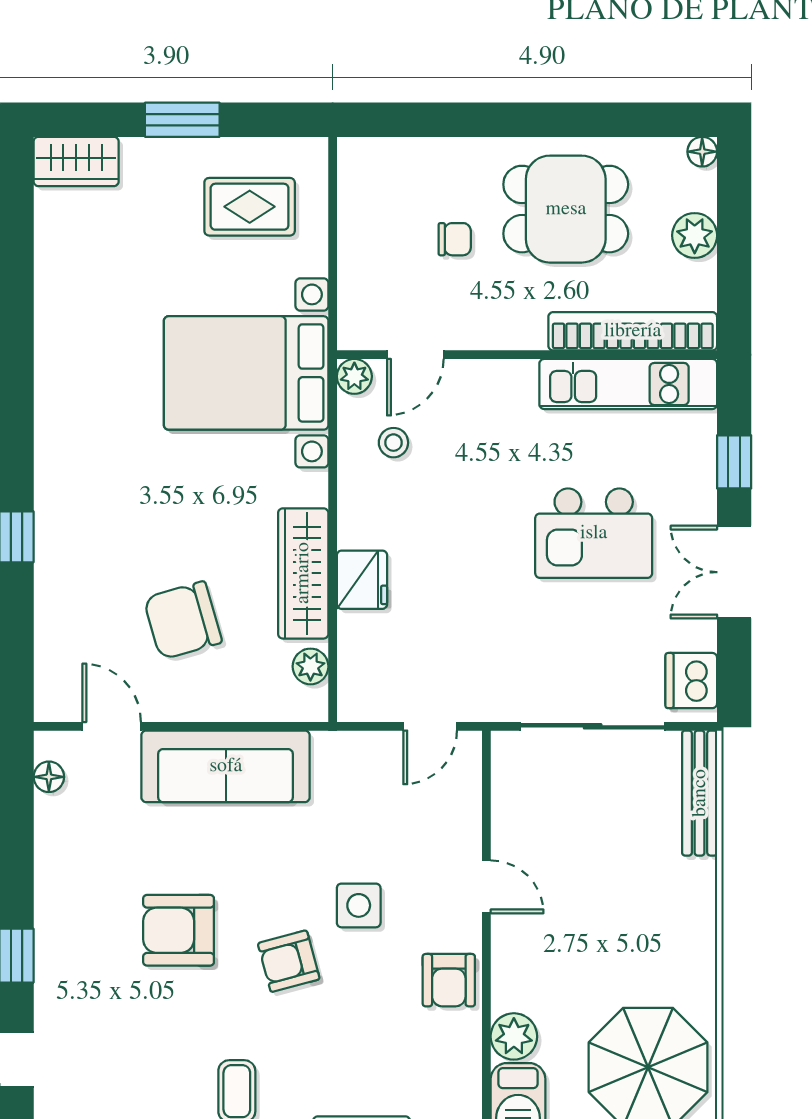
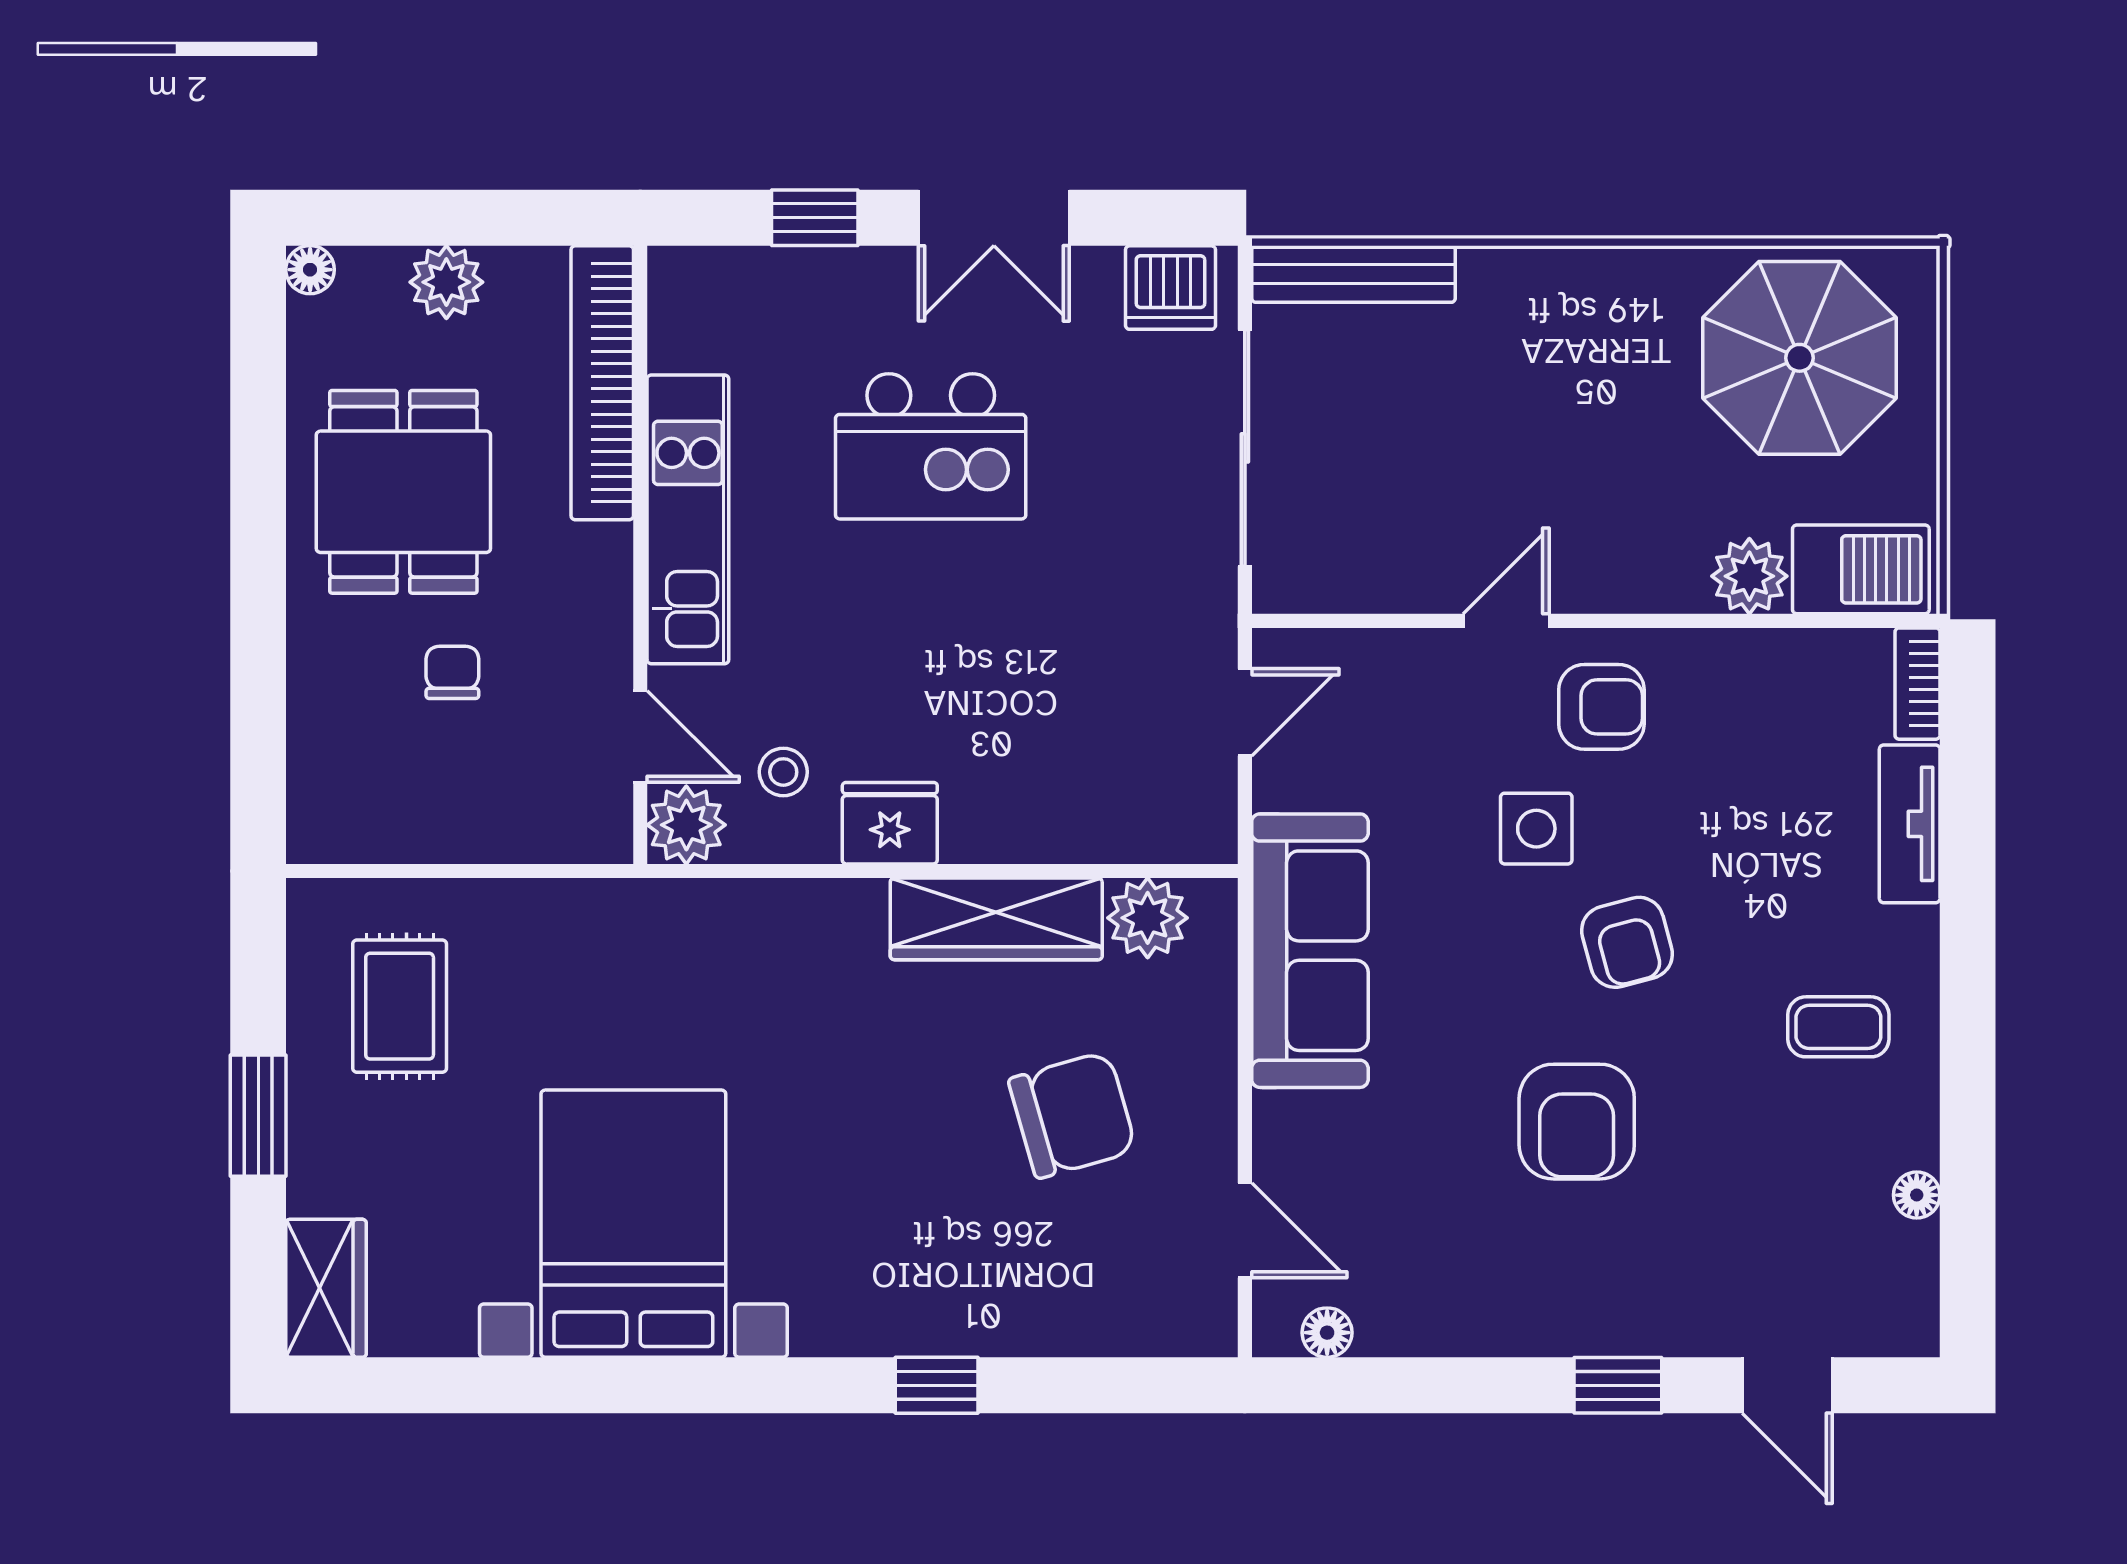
bed with nightstands: (246, 373) -> (633, 1224), moved, turned 180
plant: (354, 376) -> (686, 825), width x1.38, depth x1.38
kitchen unit: (628, 384) -> (688, 519), moved
kitchen island: (594, 533) -> (931, 446), turned 90
fridge: (362, 580) -> (890, 823), moved
chair: (183, 620) -> (1072, 1115), turned -90
plant: (310, 666) -> (1148, 918), width x1.38, depth x1.38
door: (112, 726) -> (1245, 1230), swing flipped
door: (430, 726) -> (1245, 712), hinge flipped
sofa: (226, 766) -> (1310, 951), moved
armchair: (449, 980) -> (1601, 707), moved

